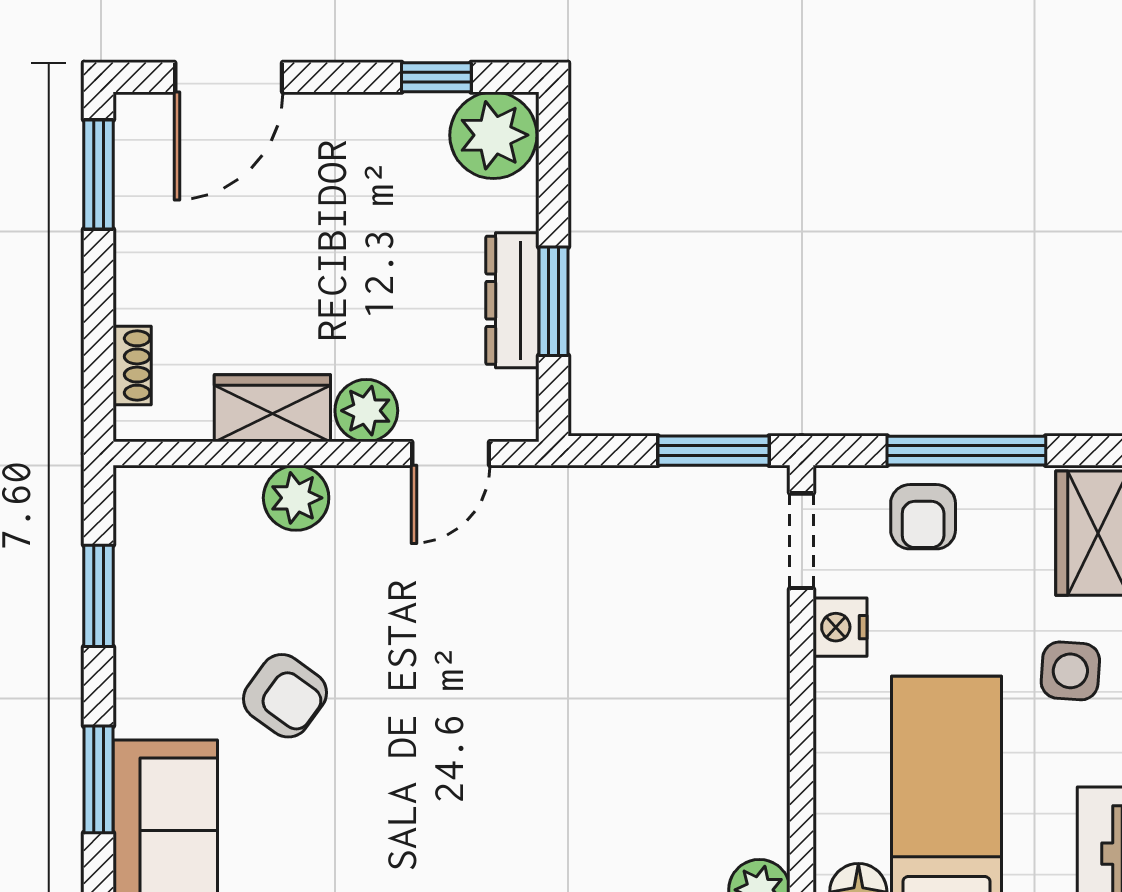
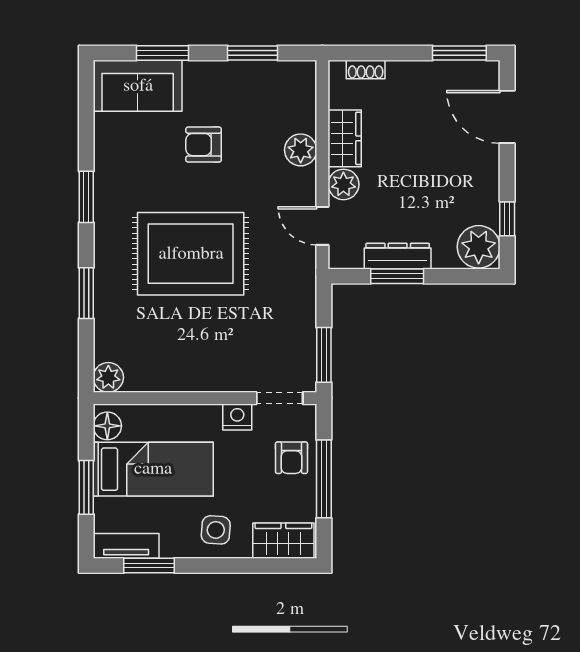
armchair: (923, 517) -> (291, 458), turned -90
armchair: (285, 696) -> (204, 145), turned 54
rug: (508, 722) -> (191, 254), added

